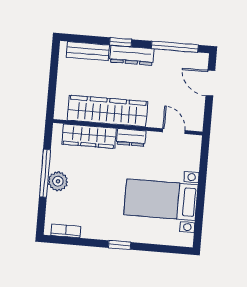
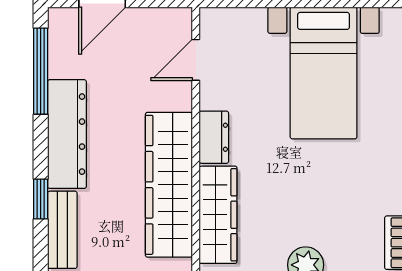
window: (121, 42) -> (41, 199), moved
dresser: (132, 55) -> (67, 134), width x1.37, depth x1.24

